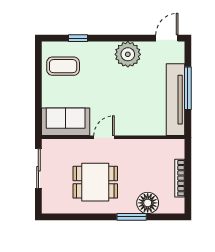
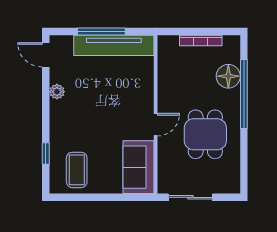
plant: (128, 54) -> (57, 92), width x0.53, depth x0.53
door: (104, 137) -> (156, 125), swing flipped
window: (132, 217) -> (244, 94), width x2.11

